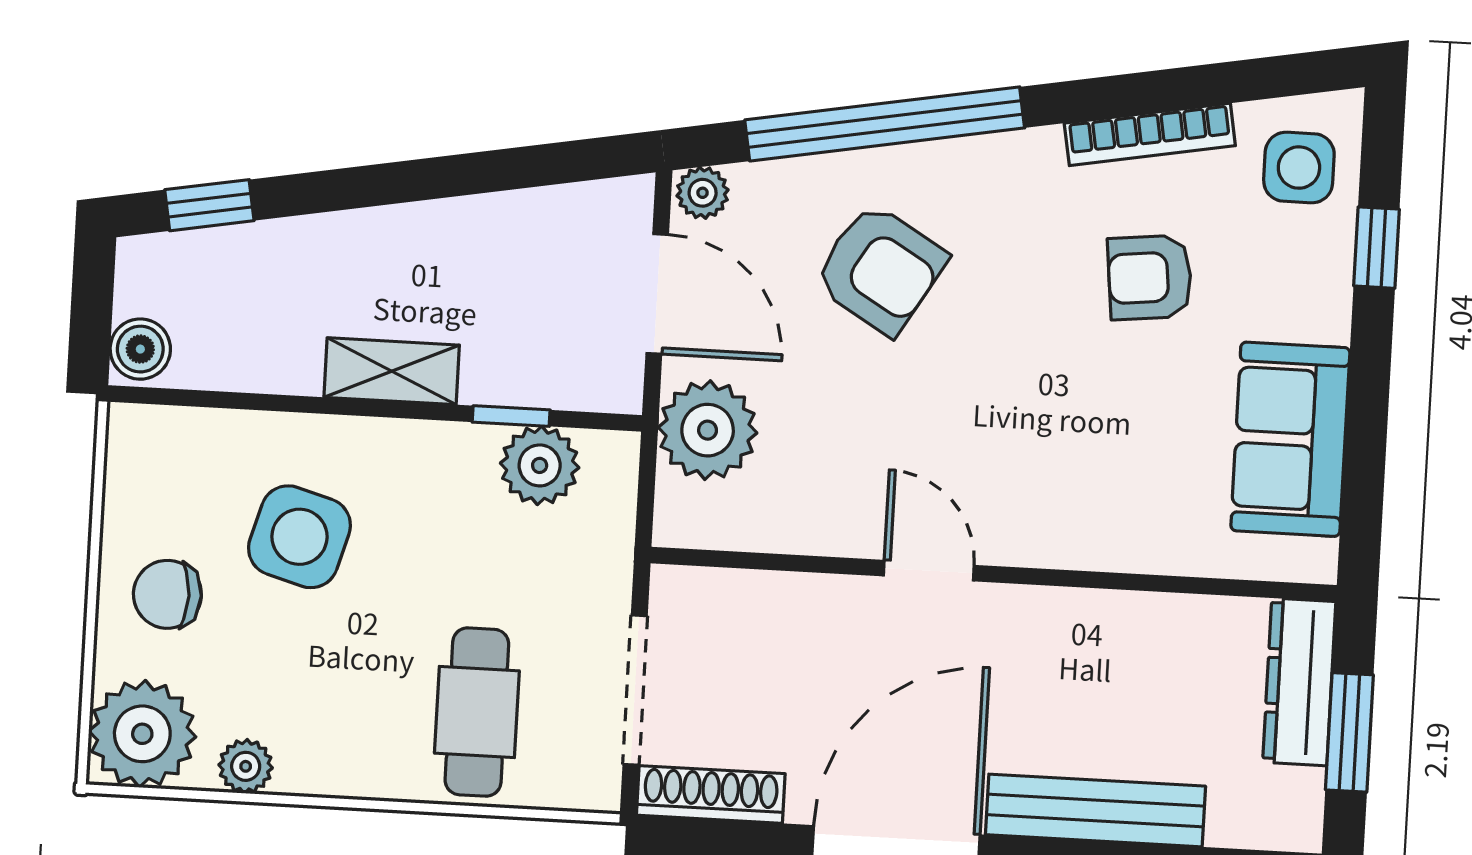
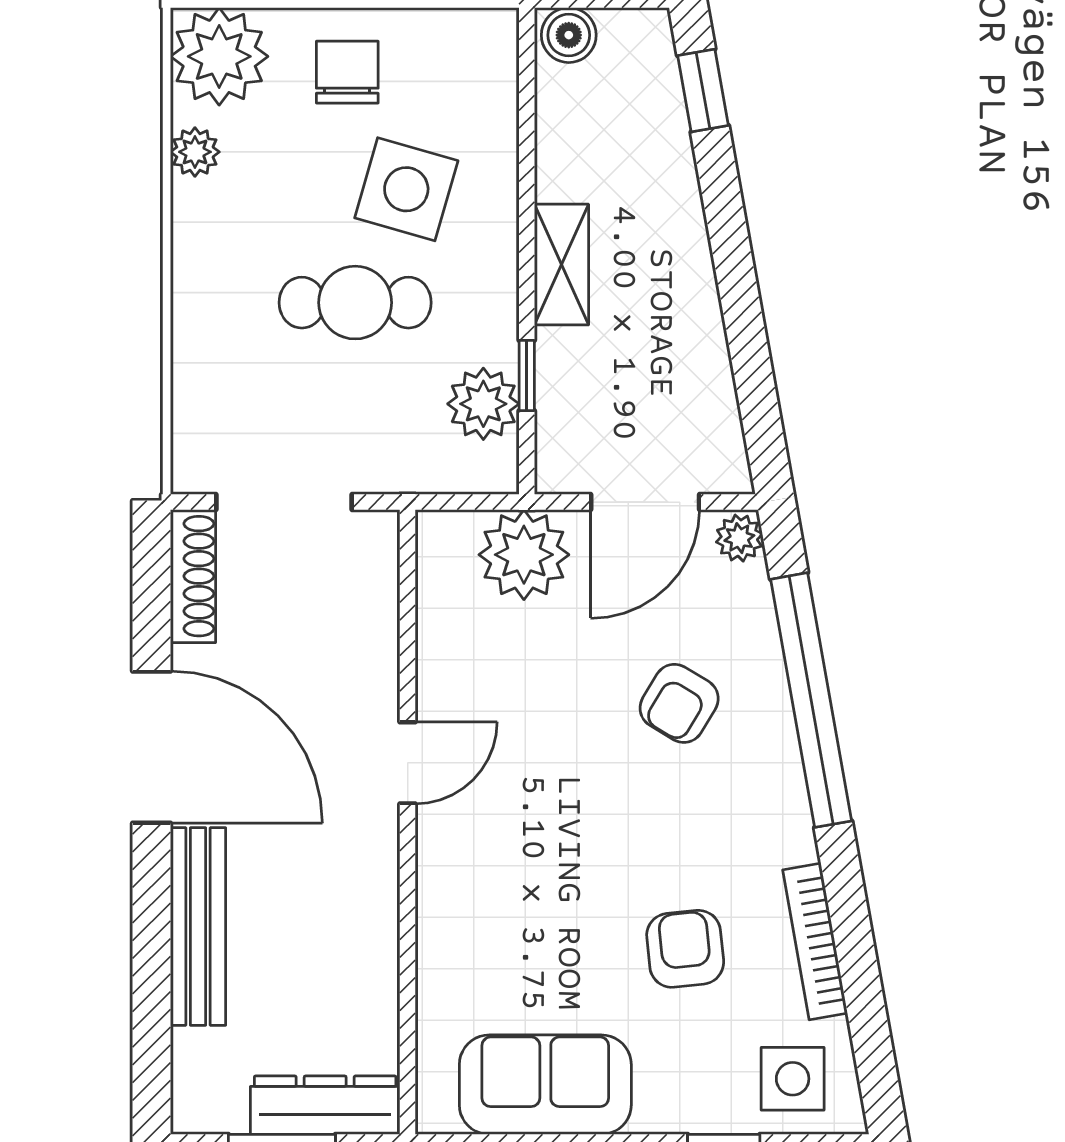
armchair: (880, 269) -> (679, 703), width x0.72, depth x0.72
cafe table: (477, 712) -> (355, 303), moved

